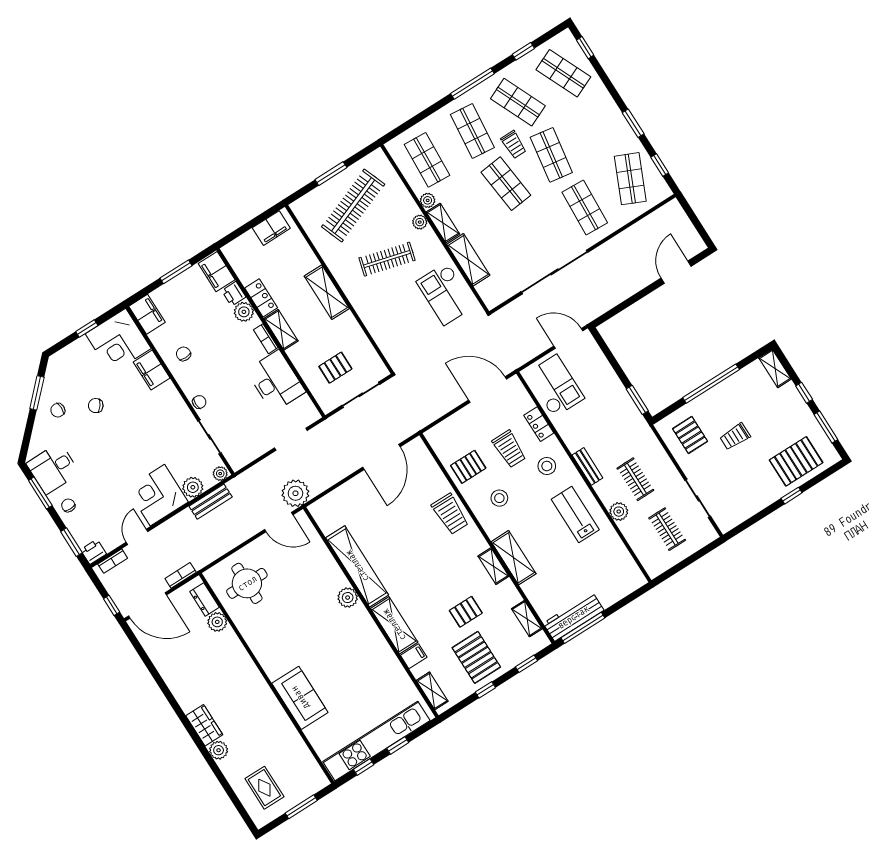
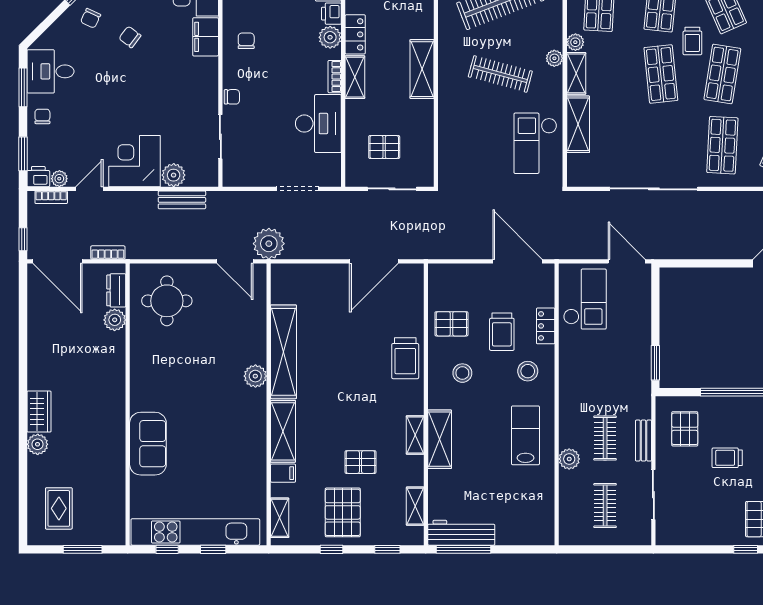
chair: (58, 410) -> (91, 18), turned -65
bench: (587, 466) -> (643, 441), moved
plant: (220, 474) -> (59, 179), moved

